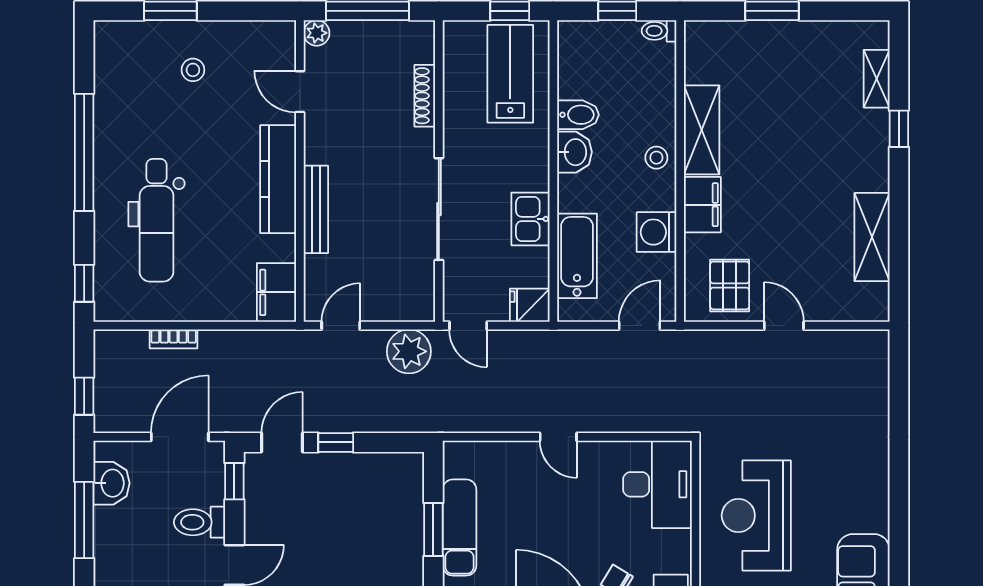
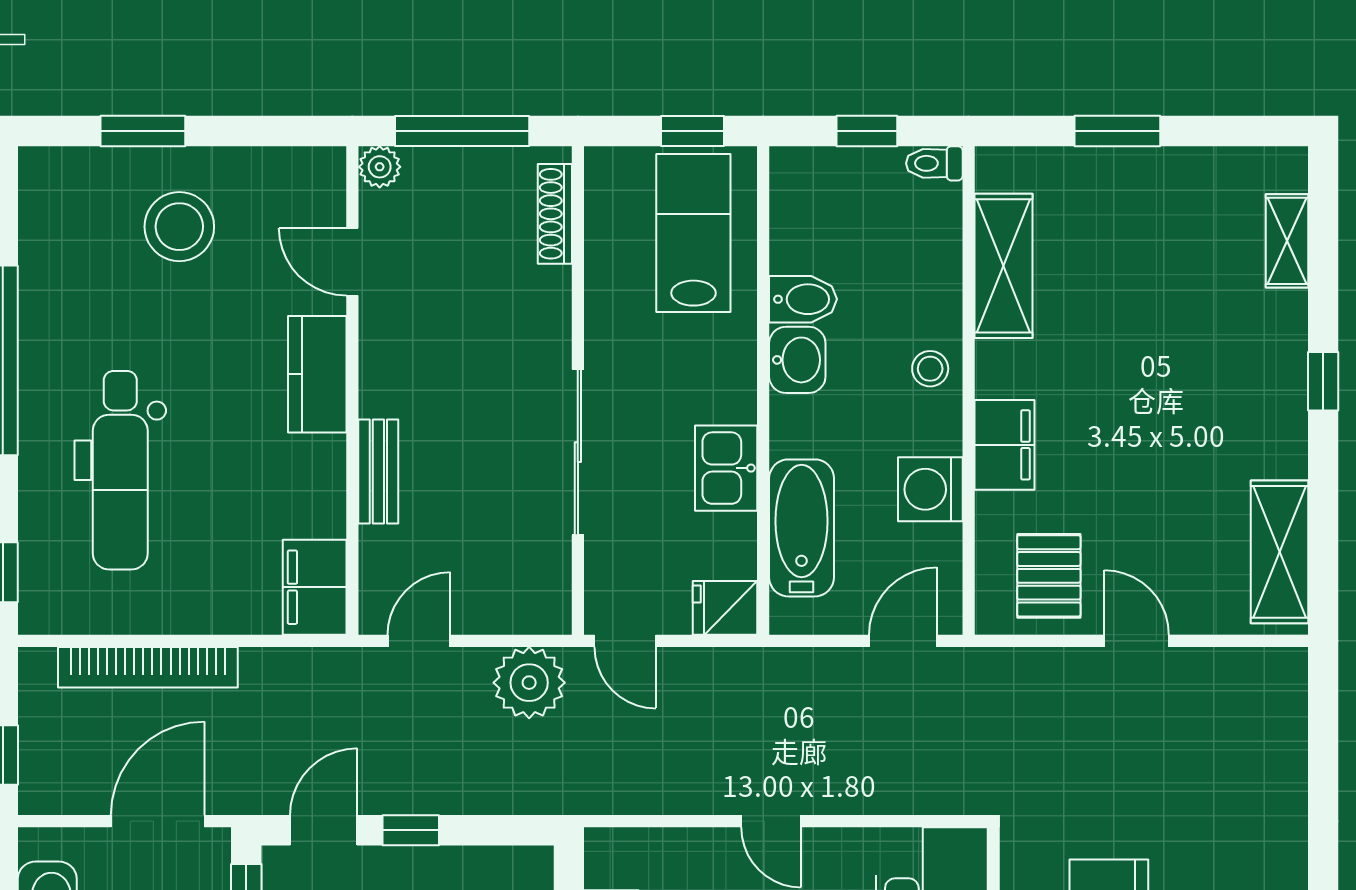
stool: (193, 70) -> (179, 227), width x1.89, depth x1.89
shoe rack: (425, 96) -> (555, 214), moved
window: (899, 129) -> (1323, 381), moved
shelving: (702, 130) -> (1003, 266), moved
kitchen counter: (278, 179) -> (317, 374), width x0.67
bench: (316, 209) -> (378, 471), width x0.73
shelving: (872, 237) -> (1280, 552), moved
bookcase: (174, 339) -> (148, 667), width x2.31, depth x1.31

